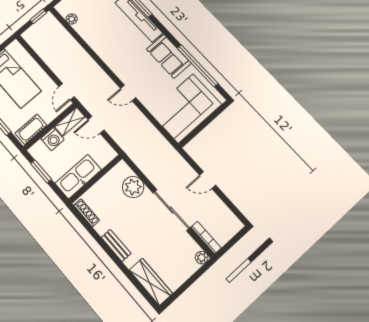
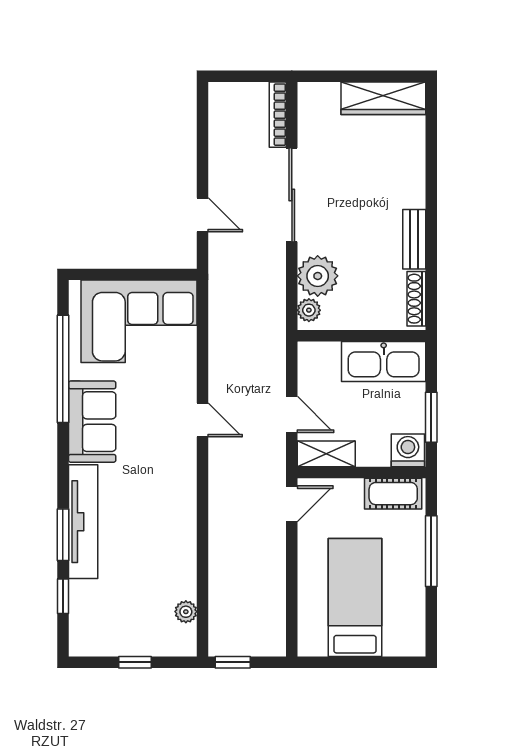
washing machine: (52, 139) -> (408, 450), moved
door: (208, 180) -> (202, 215), moved
bench: (116, 245) -> (414, 239), moved
plant: (202, 258) -> (309, 310), moved
wardrobe: (151, 282) -> (383, 98), moved, turned -90

